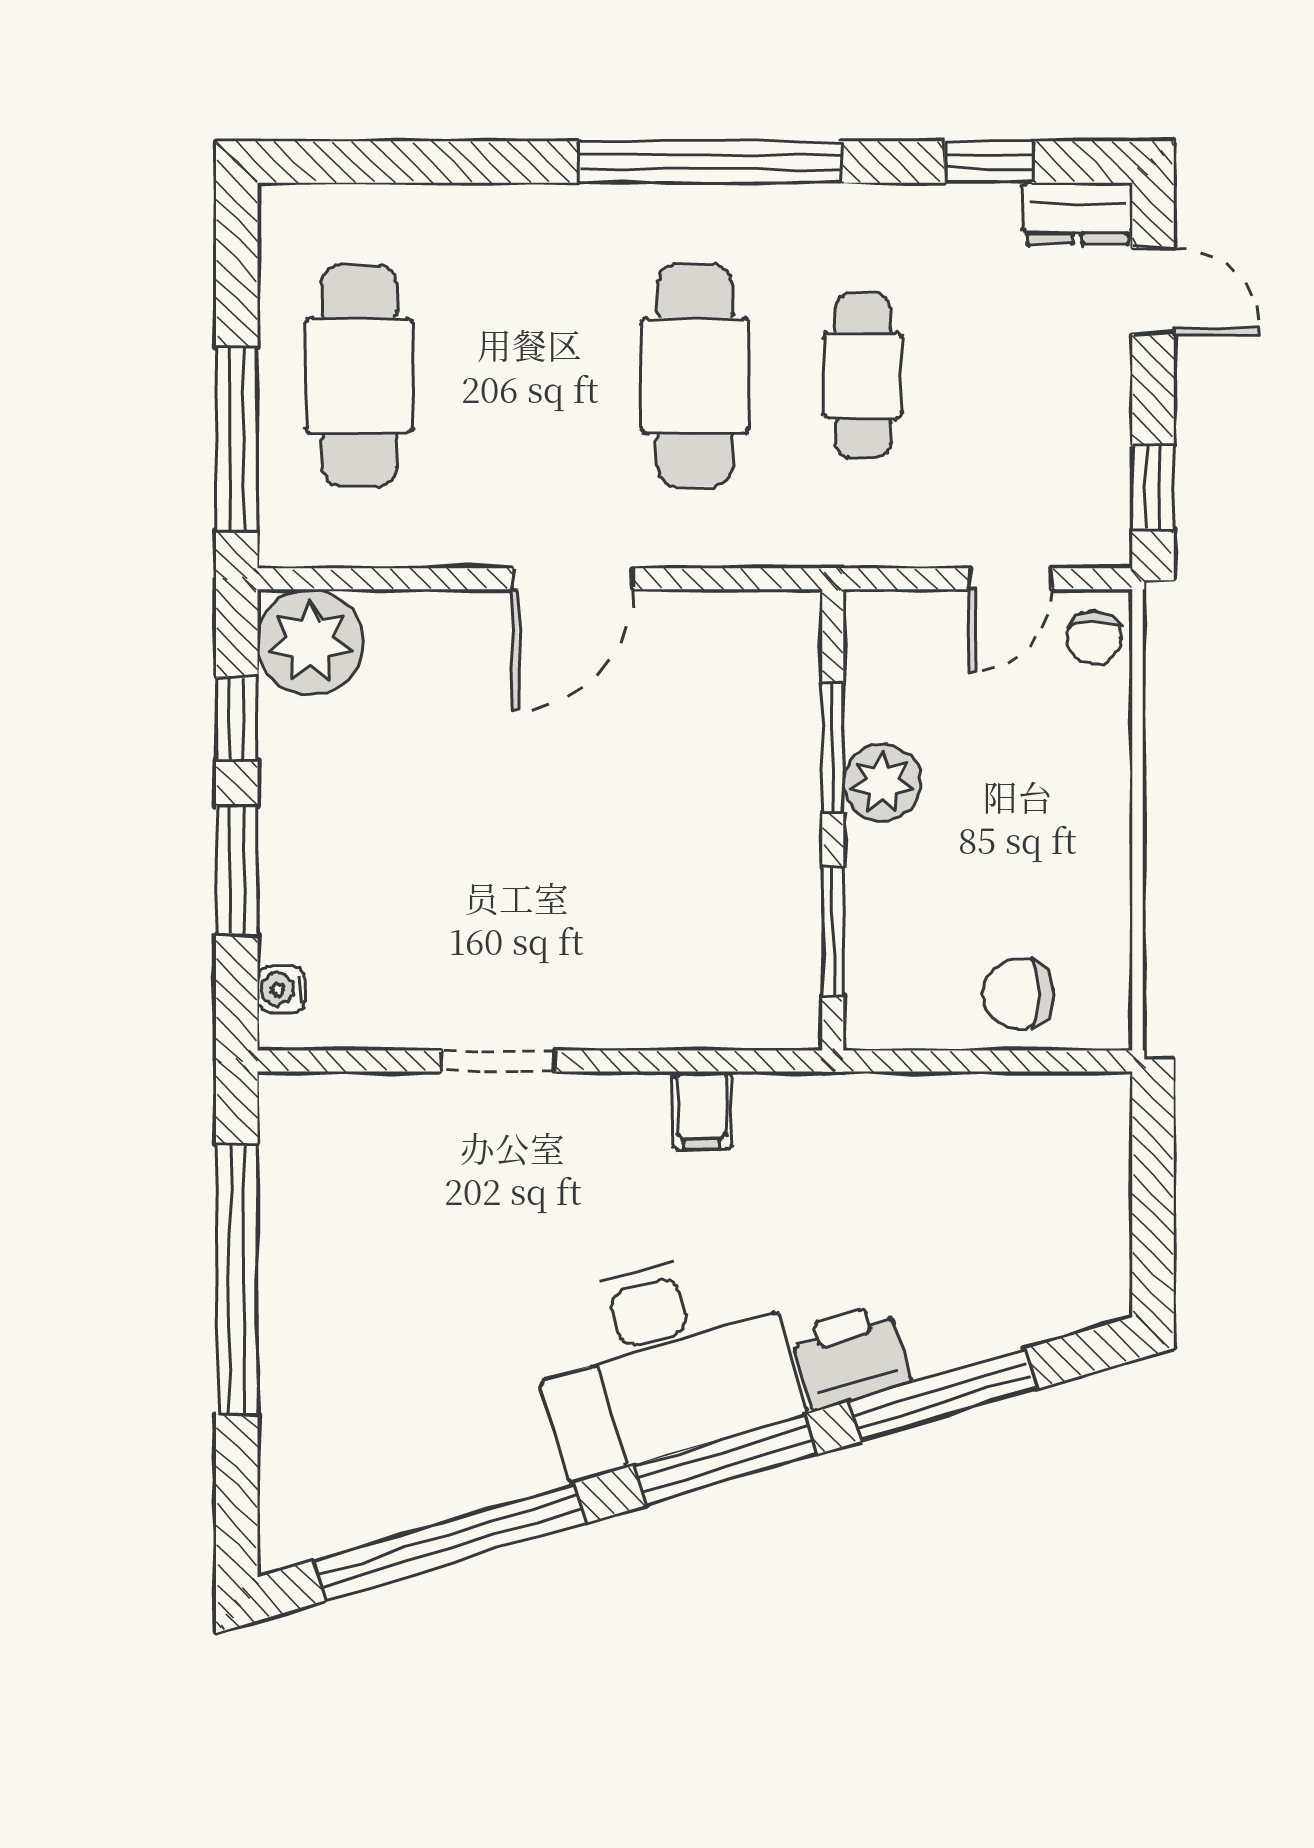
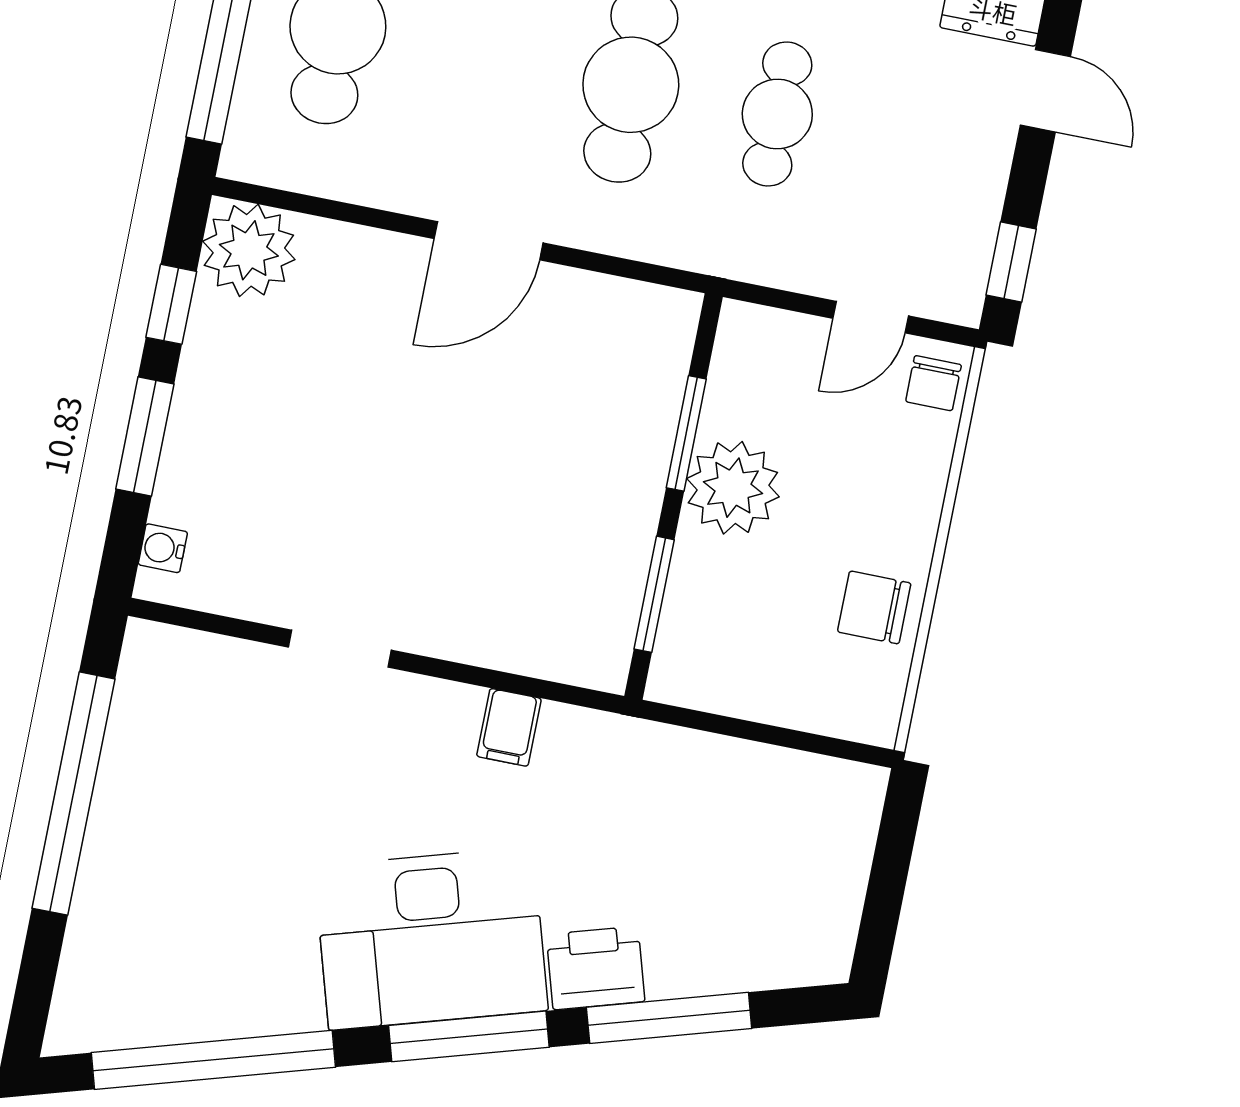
plant: (882, 783) -> (733, 488), width x1.36, depth x1.36
chair: (1019, 994) -> (874, 607), moved

